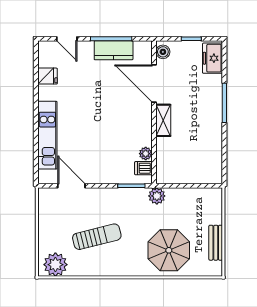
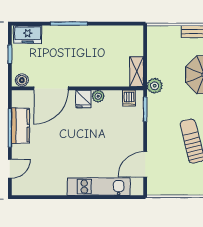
fridge: (48, 76) -> (83, 99), moved, turned 180
shelving: (163, 120) -> (137, 72), moved, turned 90
plant: (146, 154) -> (98, 96), moved

